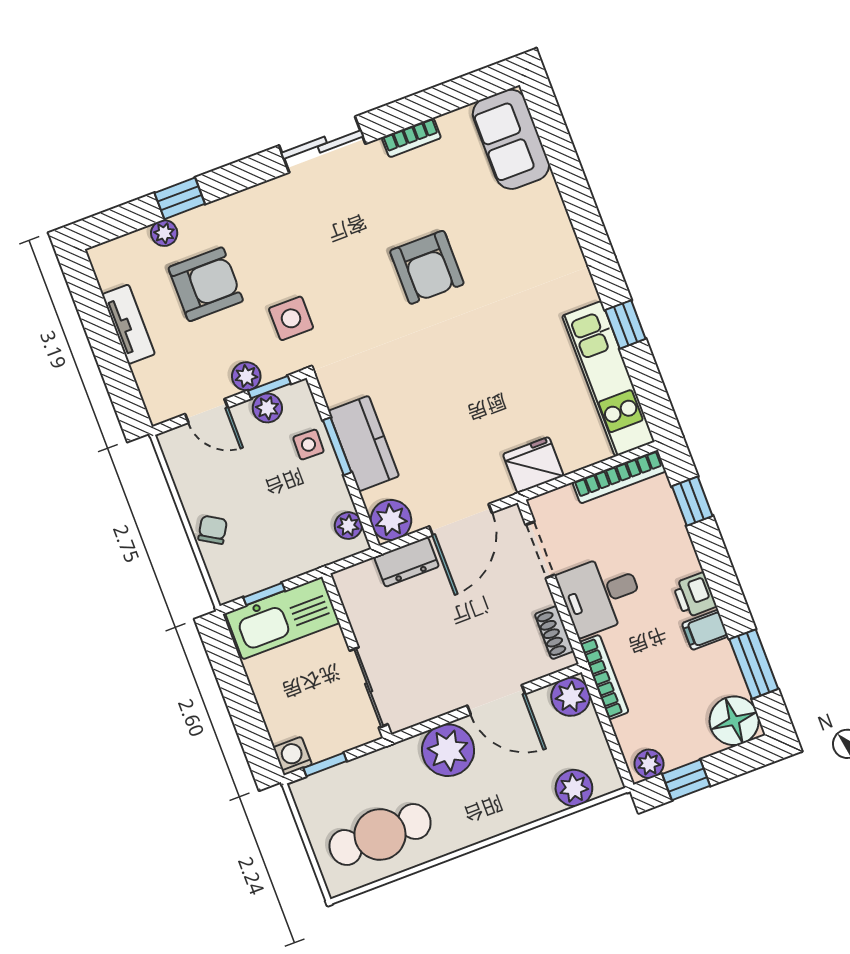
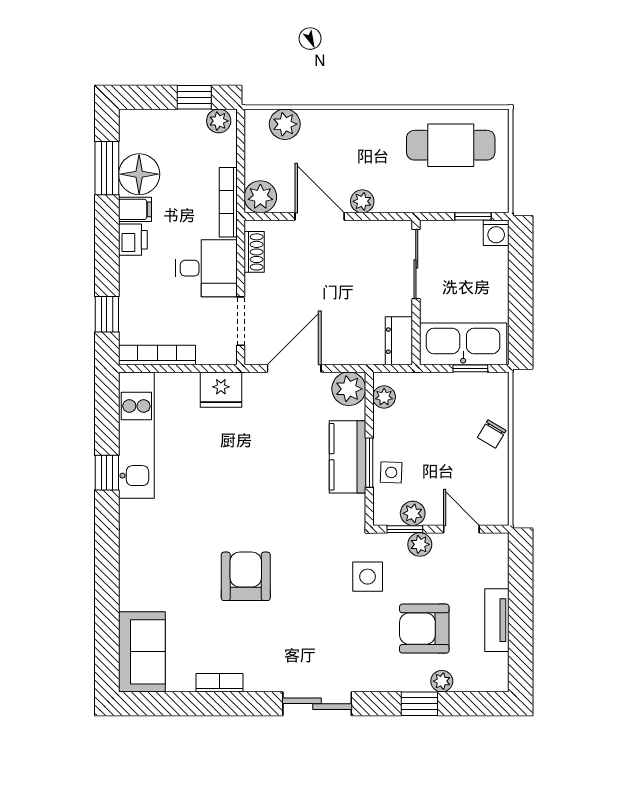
sliding door: (322, 145) -> (317, 704), moved
dresser: (407, 562) -> (399, 341), moved, turned -90
floor lamp: (734, 721) -> (139, 174), moved
plant: (448, 750) -> (362, 201), width x0.53, depth x0.53

